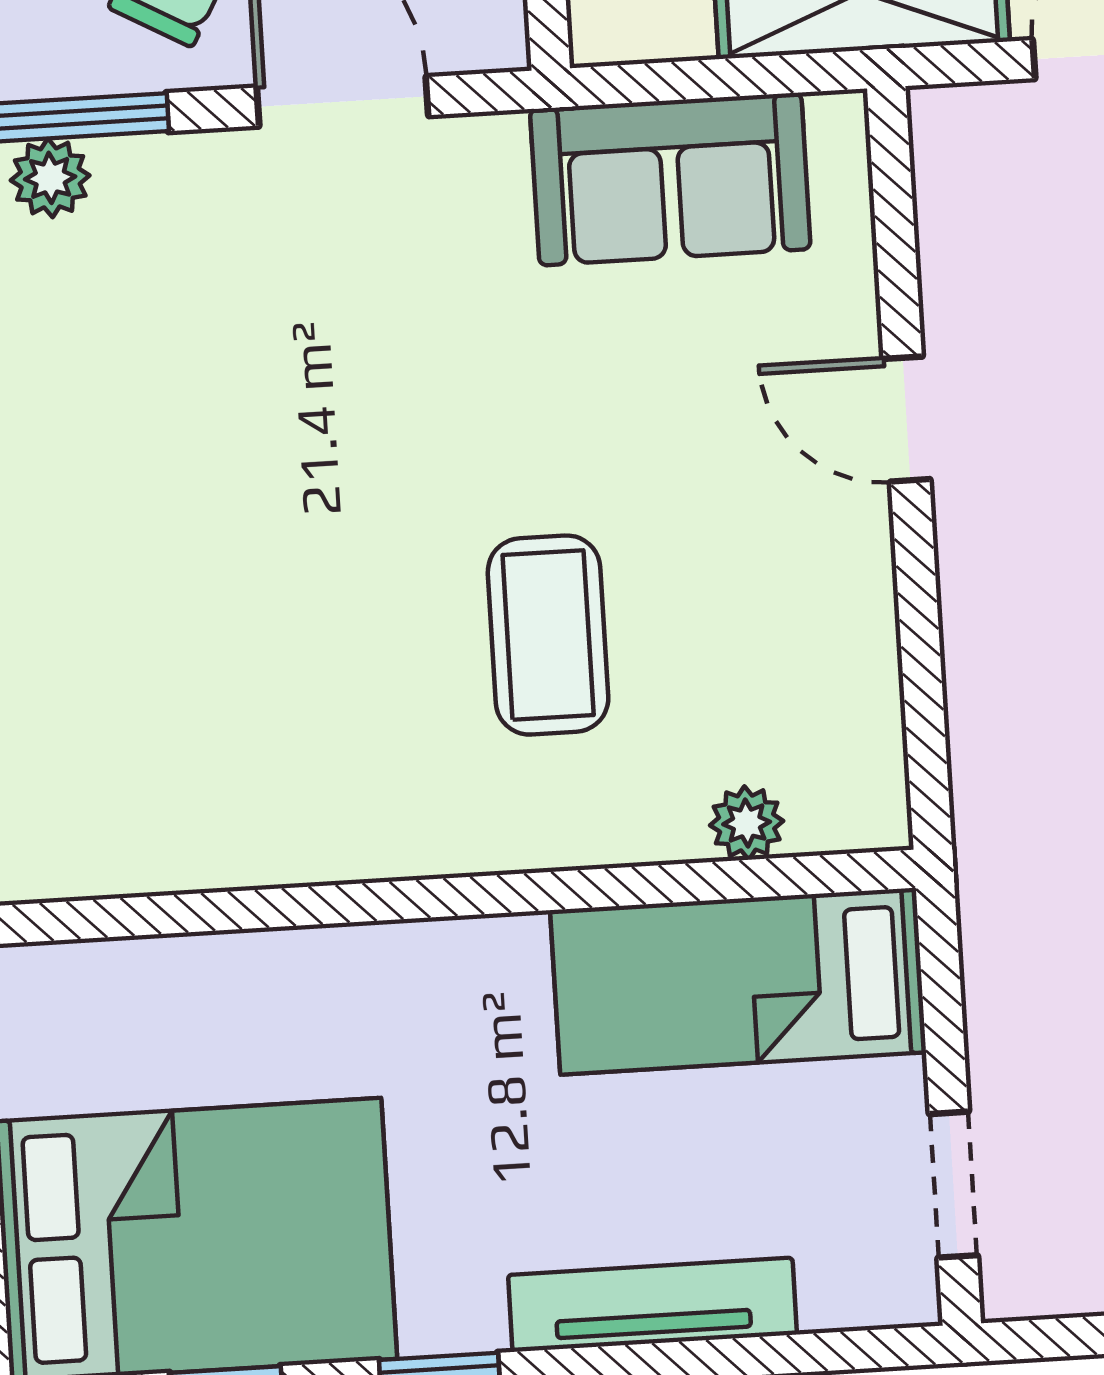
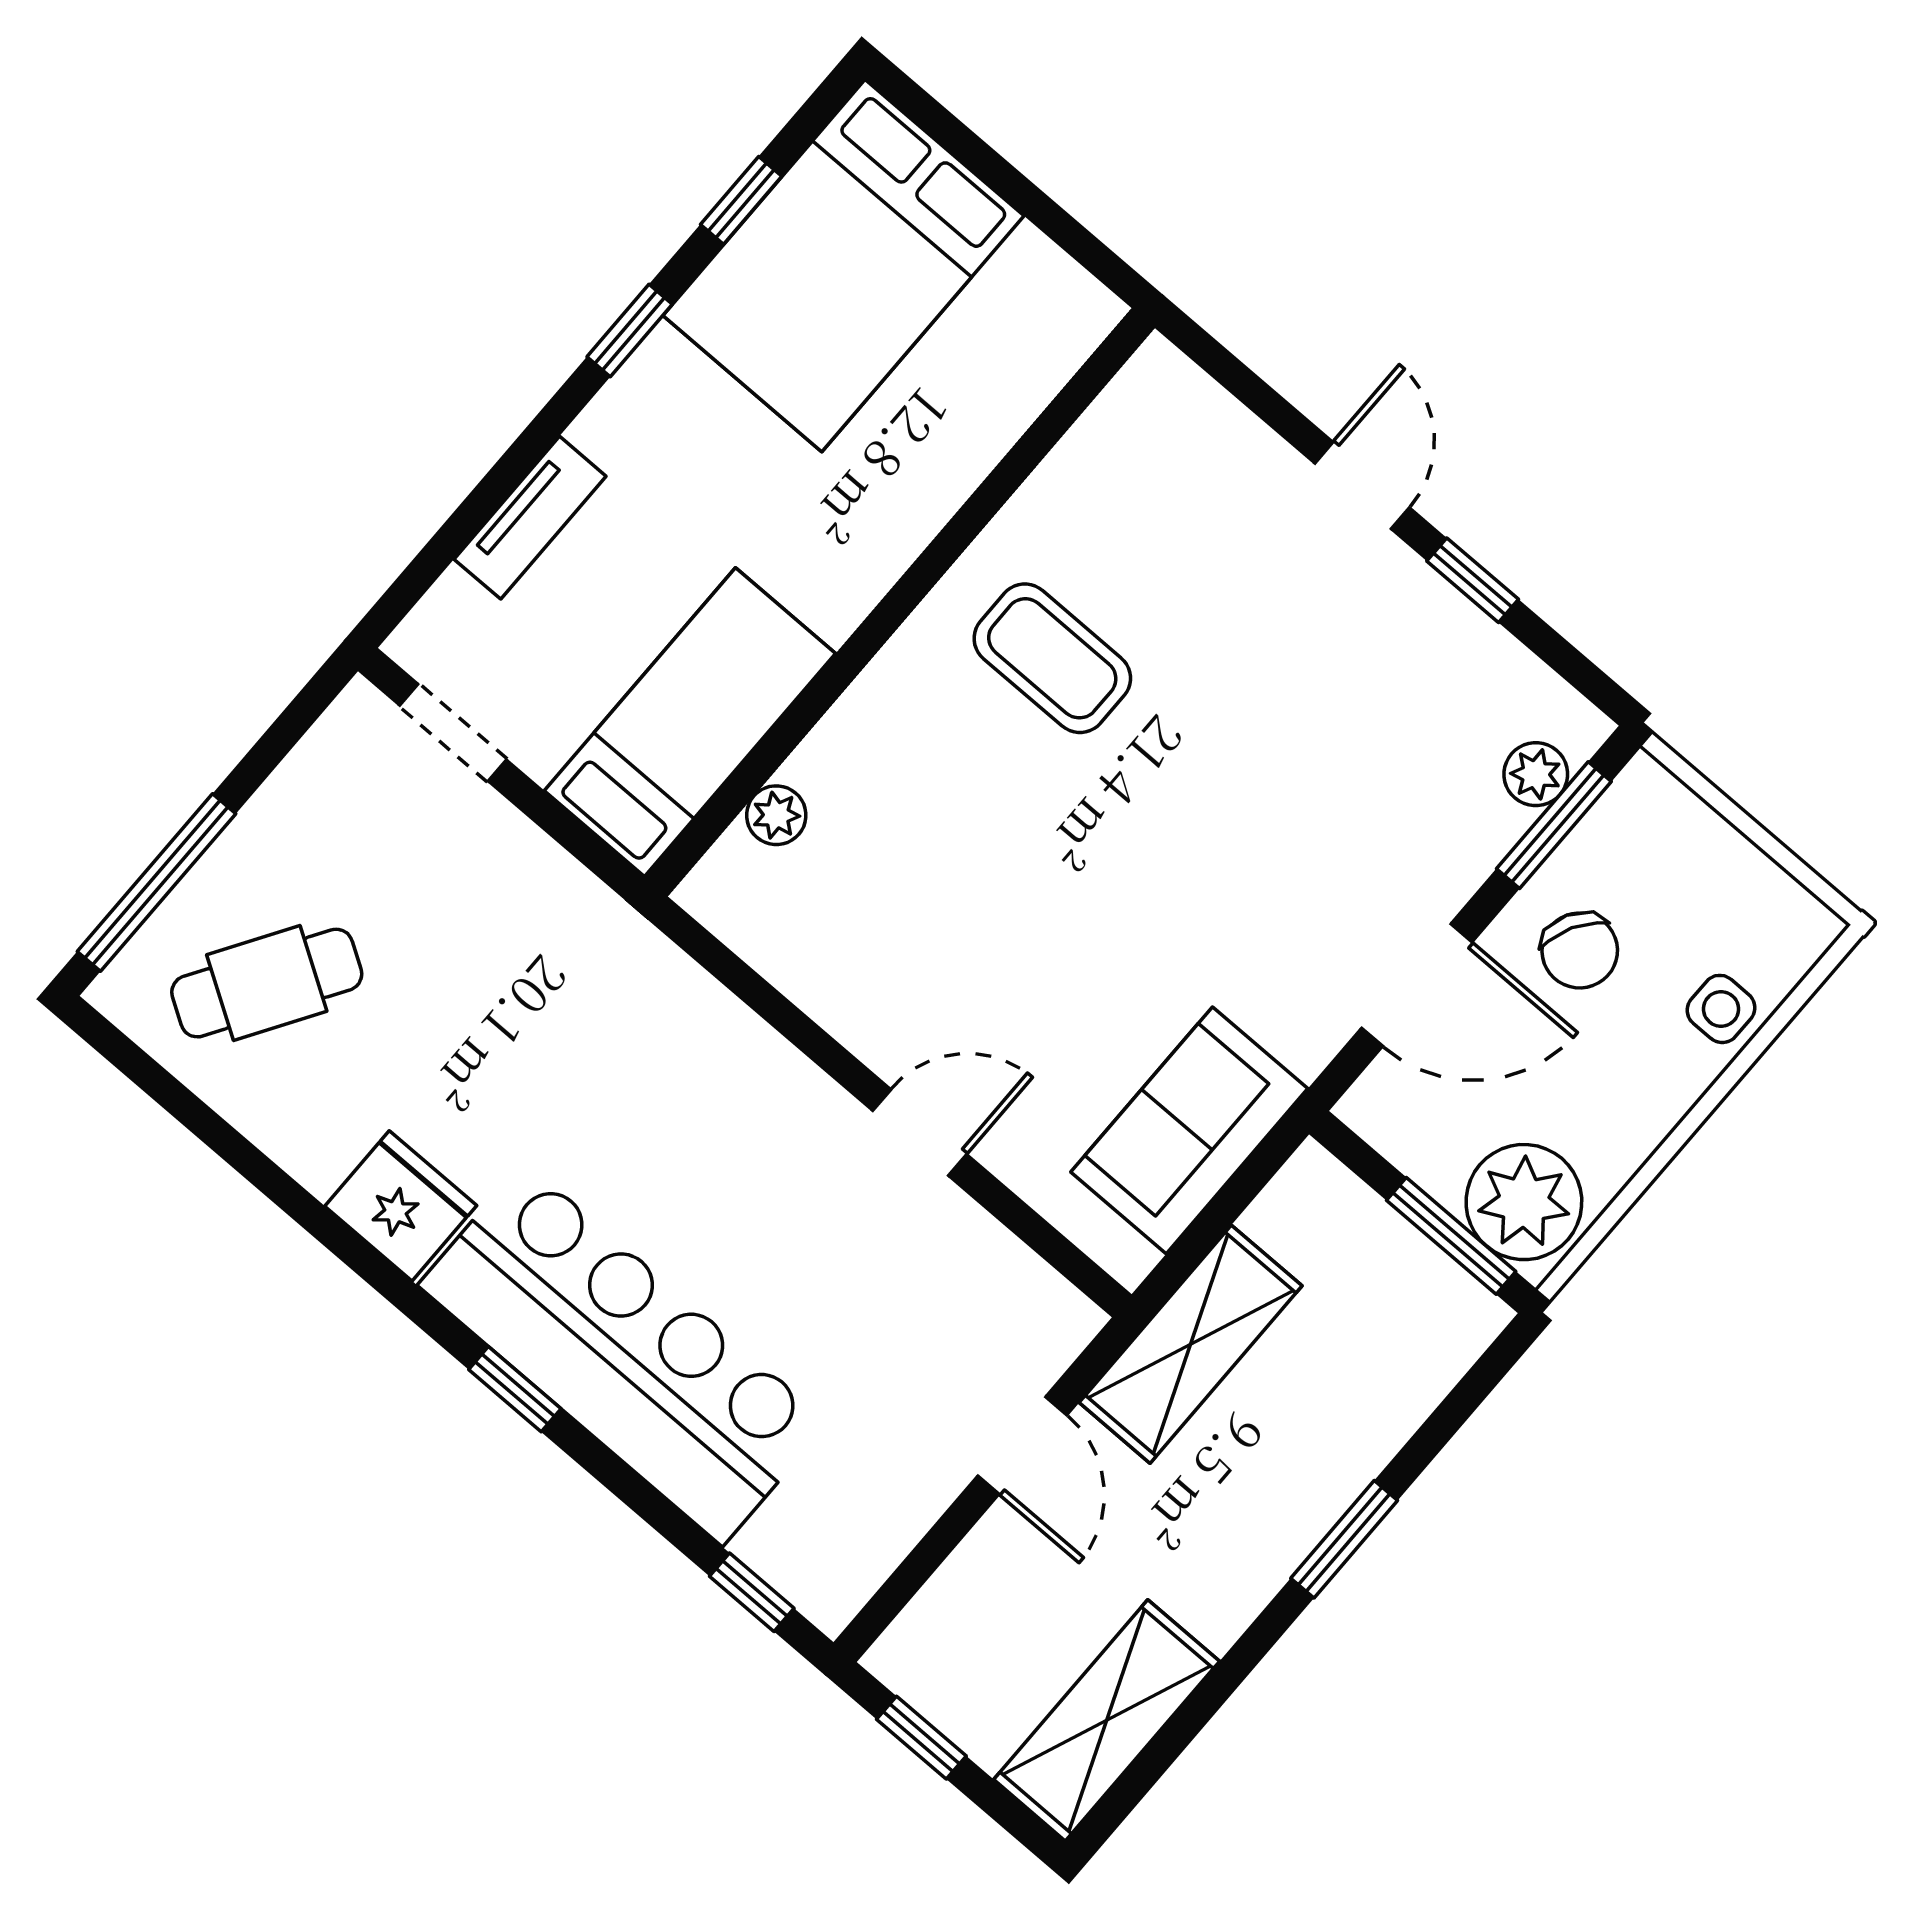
coffee table: (548, 635) -> (1052, 658), moved
tv unit: (652, 1305) -> (530, 518), width x0.71

